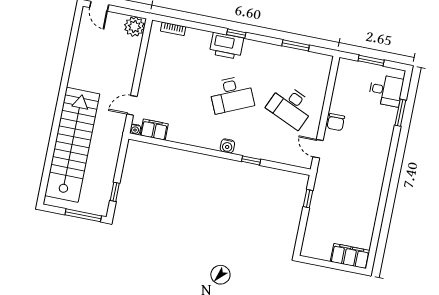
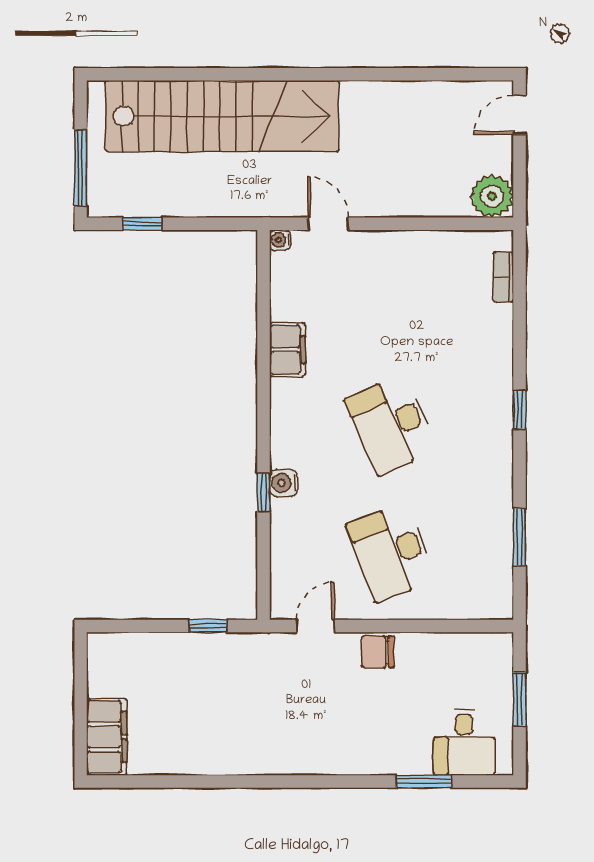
printer: (226, 46) -> (490, 394), removed
desk: (291, 106) -> (392, 552), turned -45
filing cabinet: (154, 130) -> (287, 350), moved
water cooler: (227, 146) -> (284, 483), moved

